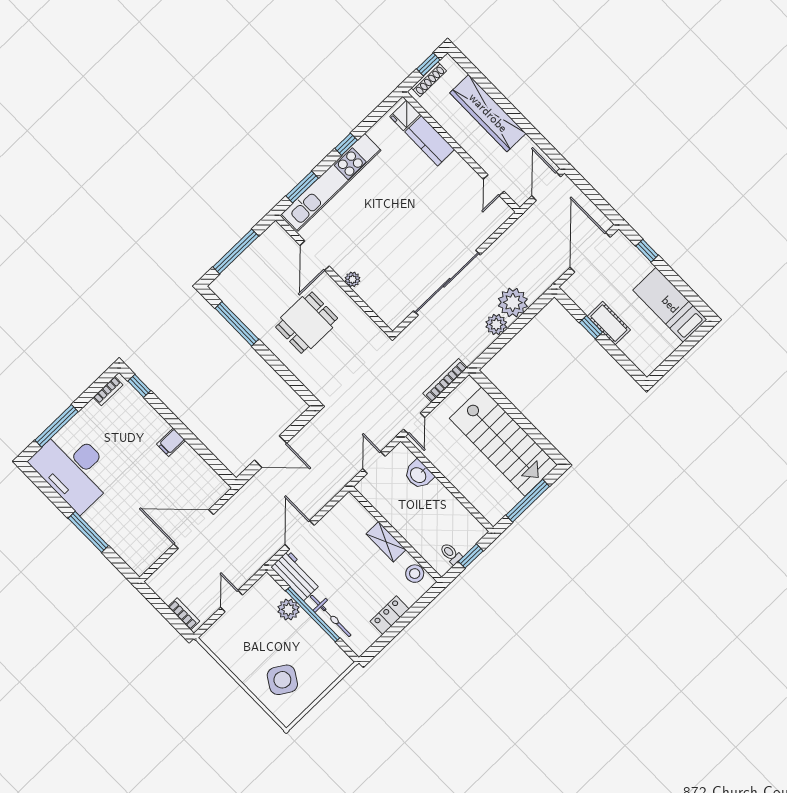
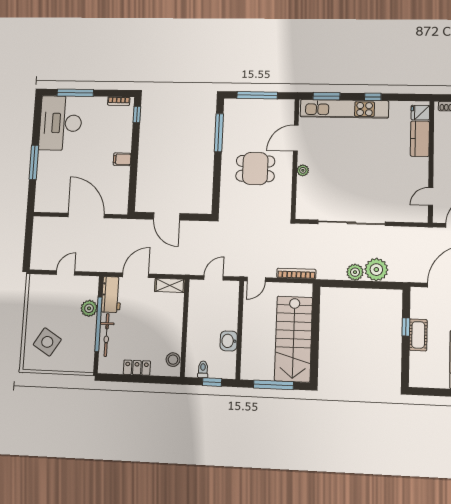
washbasin: (419, 475) -> (229, 341), moved
shelving: (386, 542) -> (170, 285), moved, turned 90
bookcase: (184, 614) -> (35, 254), removed

